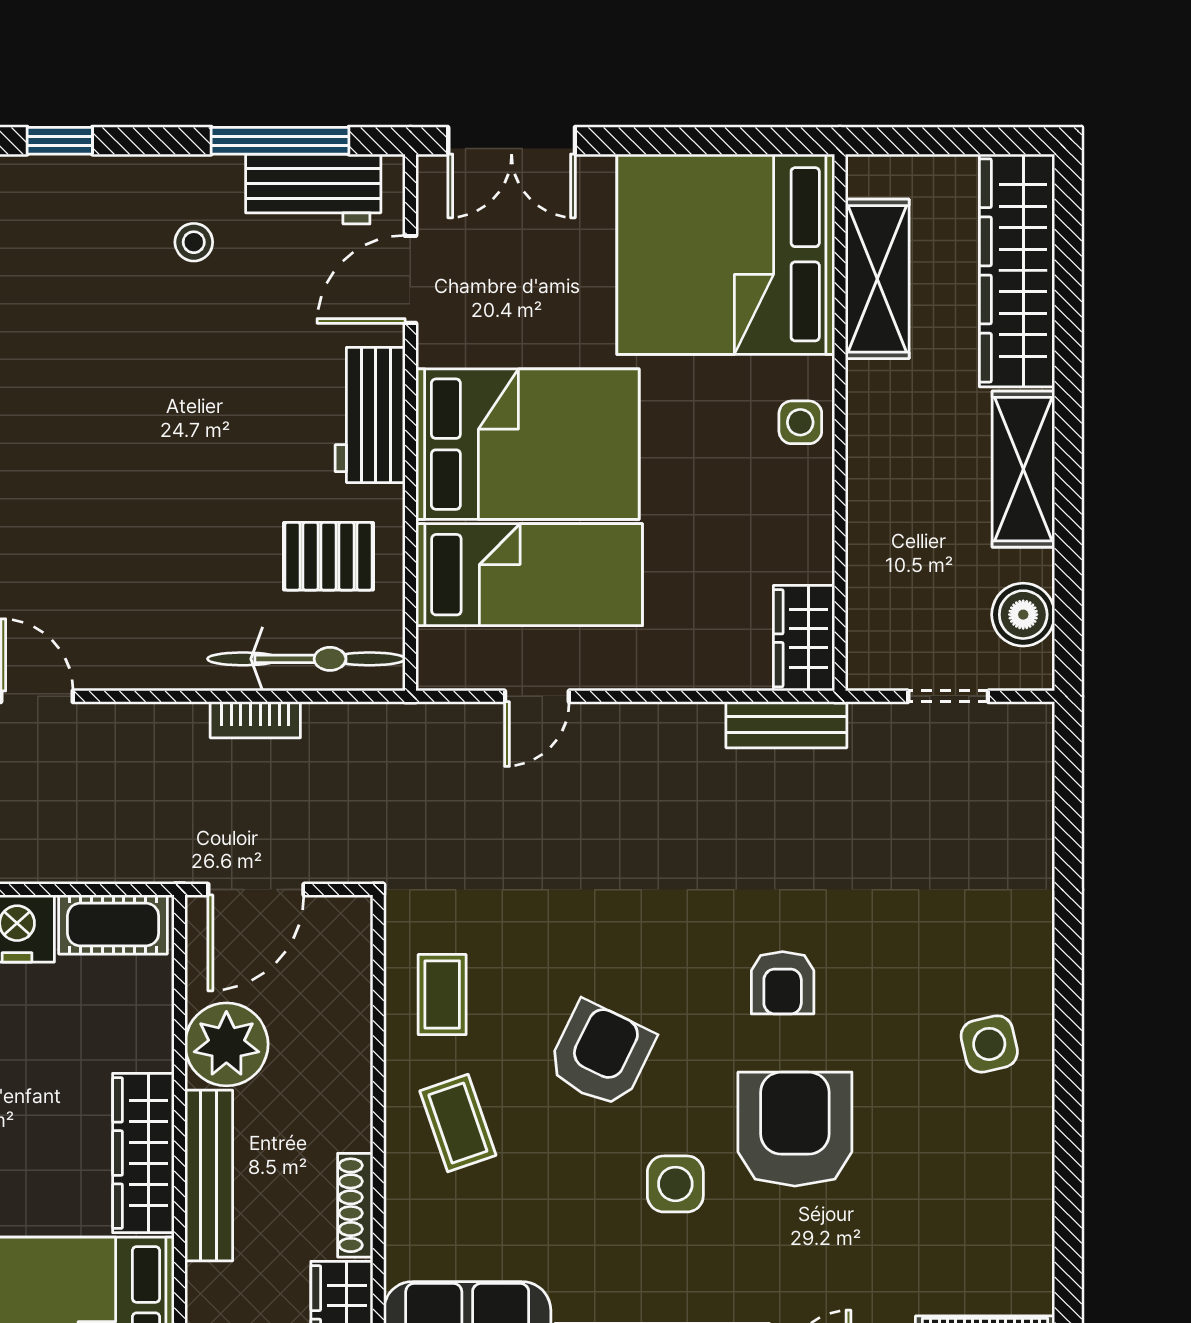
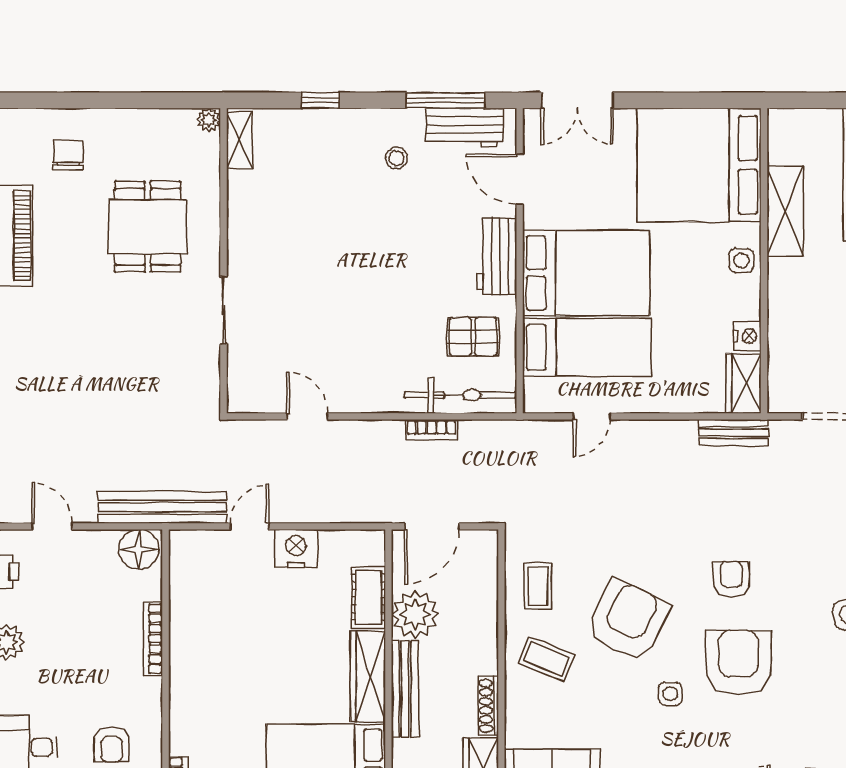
door: (410, 279) -> (520, 179), hinge flipped
shelving: (877, 279) -> (785, 211), moved
nightstand: (811, 555) -> (747, 336), added
cot: (113, 925) -> (369, 597), moved, turned 90
armchair: (783, 983) -> (731, 579), turned 180
armchair: (601, 1054) -> (628, 620), width x1.36, depth x1.36
coffee table: (458, 1123) -> (547, 659), turned -49
side table: (675, 1184) -> (670, 694), width x0.73, depth x0.73

